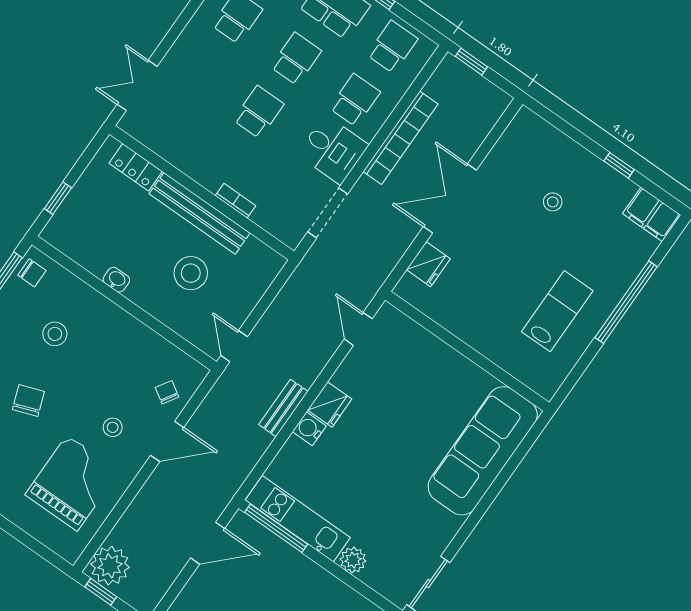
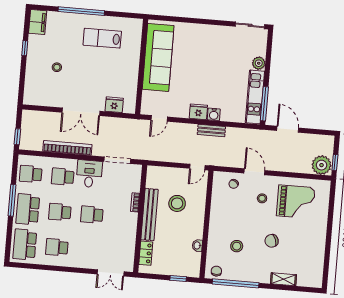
washbasin: (116, 280) -> (197, 246), moved
sofa: (483, 451) -> (158, 57), moved, turned -90
grand piano: (72, 483) -> (296, 202), turned 180

